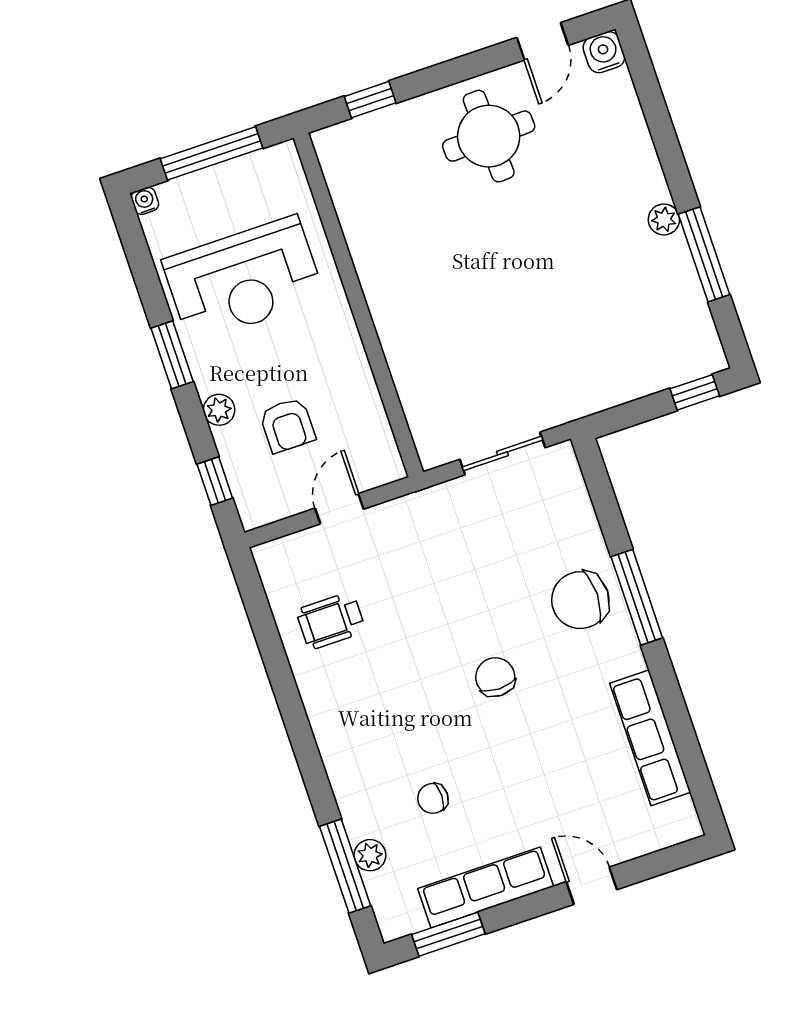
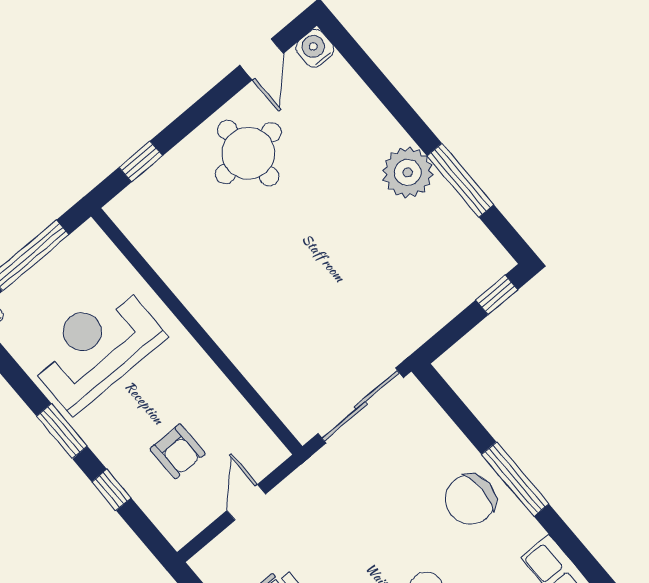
plant: (664, 219) -> (408, 172), width x1.88, depth x1.88
reception desk: (243, 279) -> (96, 347), turned 180
plant: (219, 410) -> (117, 461), removed
sliding door: (502, 453) -> (361, 406), width x1.37
window: (215, 481) -> (111, 490), moved

